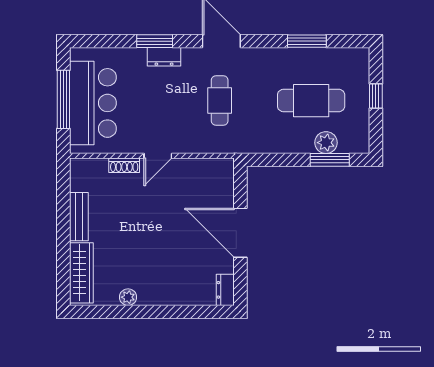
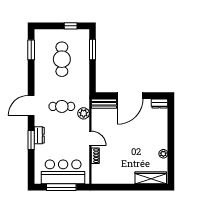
window: (307, 41) -> (31, 50), moved
window: (376, 96) -> (71, 26), moved
plant: (326, 143) -> (84, 113), moved
bench: (79, 217) -> (104, 104), moved

